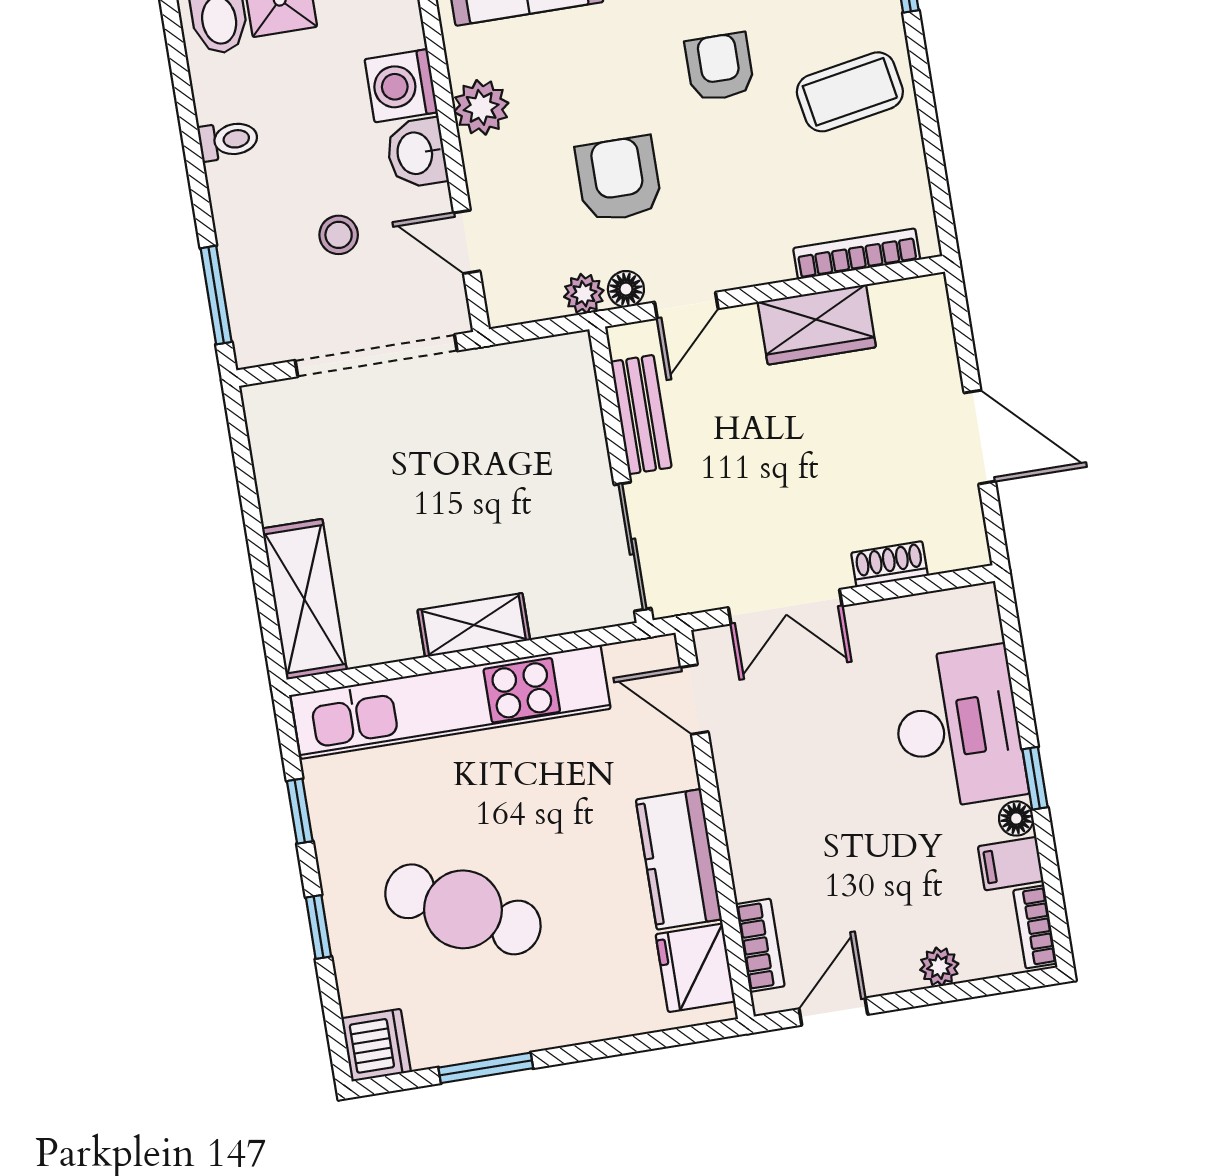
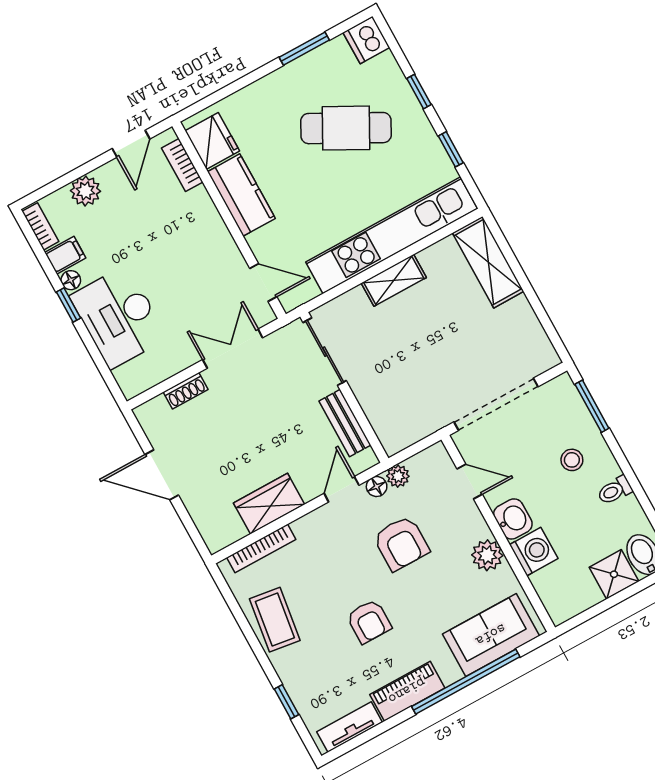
coffee table: (850, 92) -> (275, 620), moved, turned -72
stool: (339, 235) -> (572, 460), moved
plant: (939, 967) -> (85, 191), width x1.38, depth x1.38

